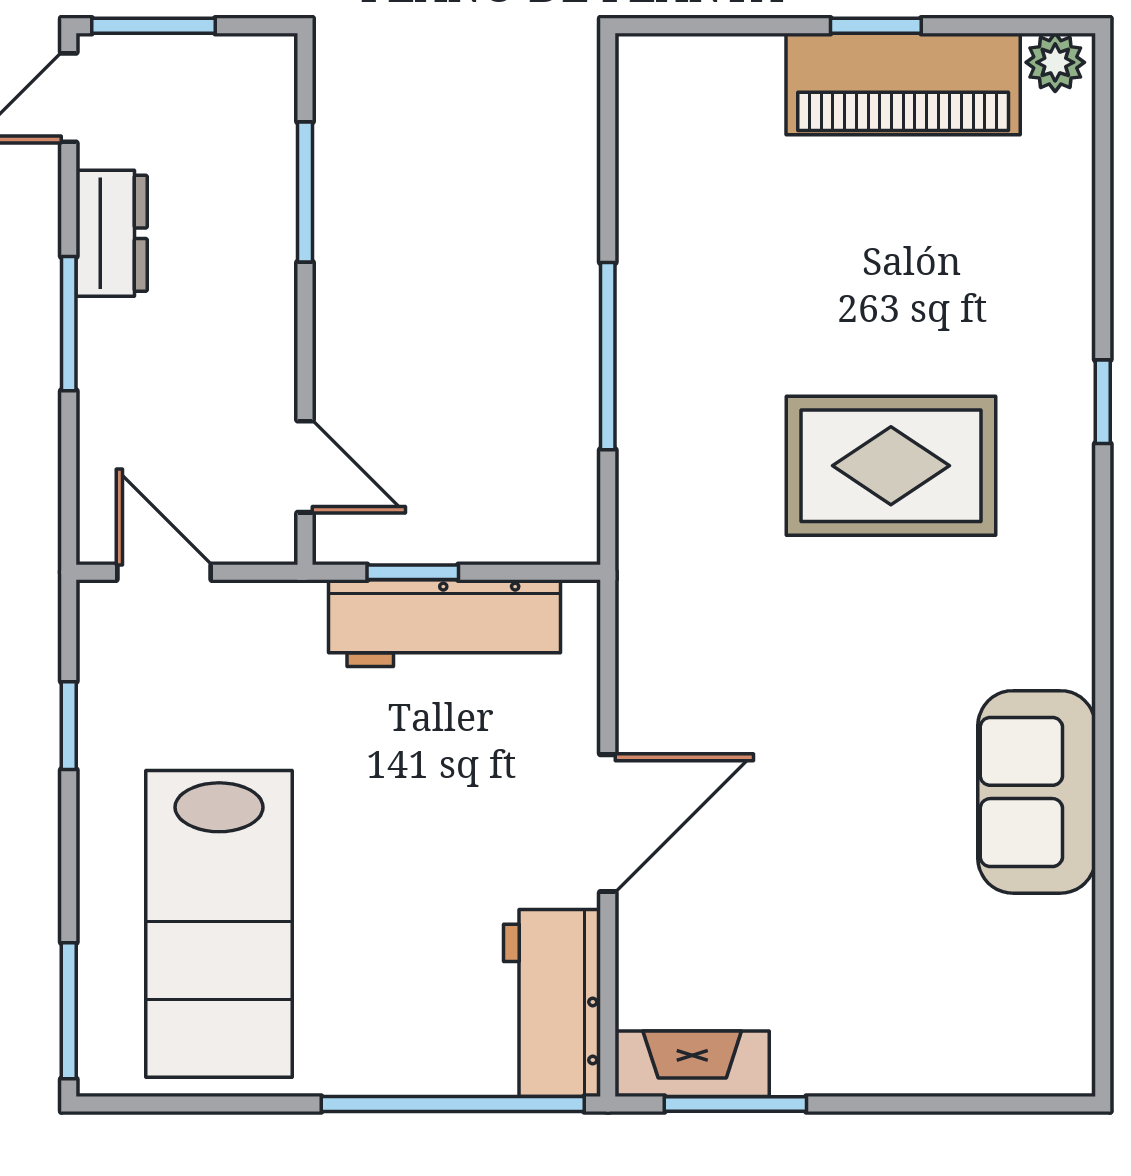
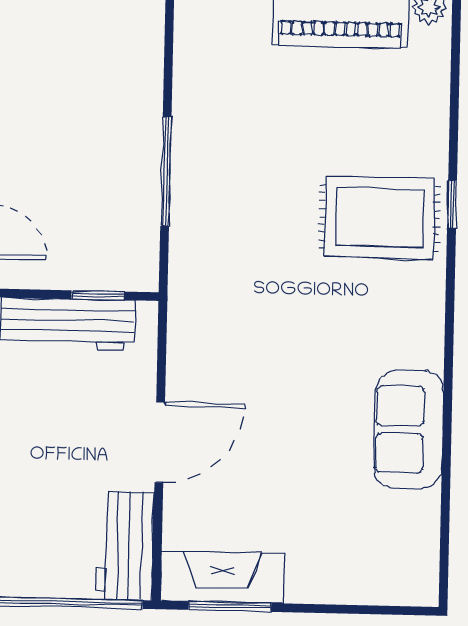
rug: (891, 466) -> (380, 218), moved
window: (413, 572) -> (98, 295), moved
fireplace: (692, 1064) -> (222, 577), width x1.37, depth x1.32

